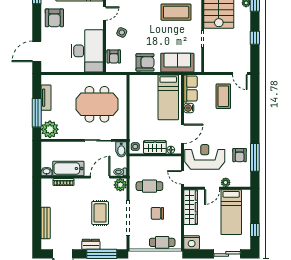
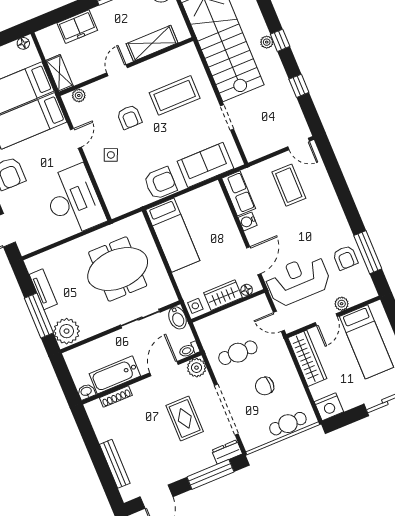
armchair: (114, 56) -> (129, 117), moved
bed: (168, 97) -> (173, 235), moved
dresser: (91, 244) -> (227, 452), moved

